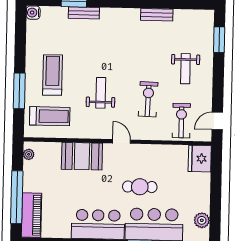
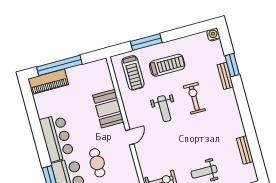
bench: (157, 15) -> (245, 150), moved
weight bench: (101, 93) -> (164, 109), turned 90
exercise bike: (148, 99) -> (194, 98), moved, turned -92
plant: (29, 154) -> (97, 65), removed

